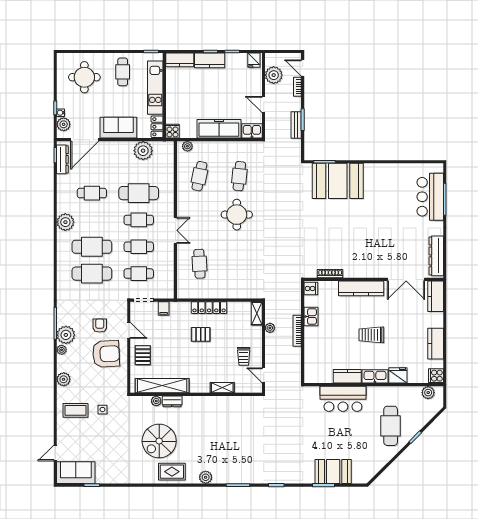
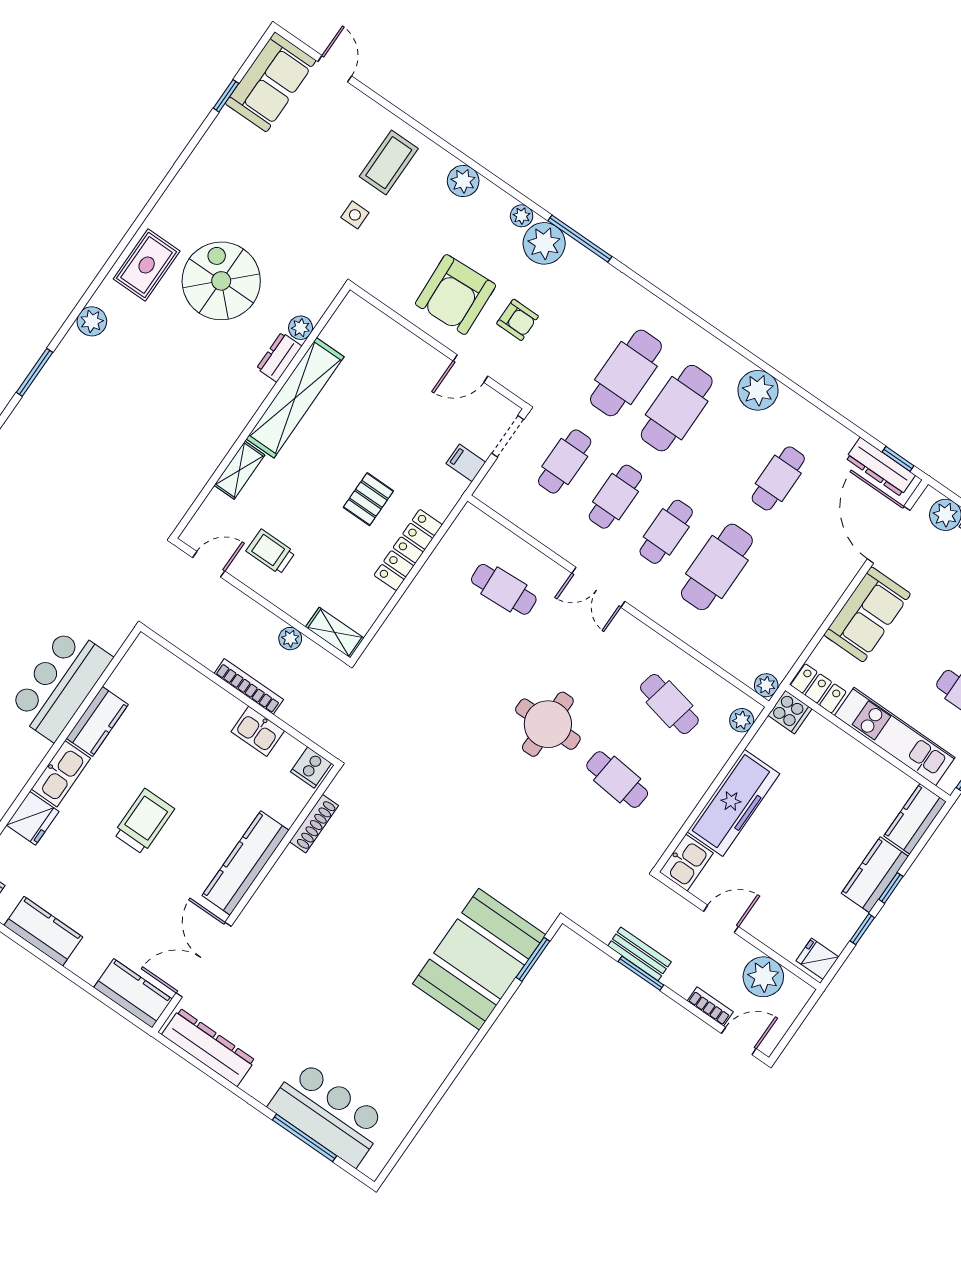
plant: (143, 151) -> (766, 685), moved, width x0.53, depth x0.53
pallet: (143, 355) -> (405, 362), removed
shelving: (162, 386) -> (295, 398), moved

